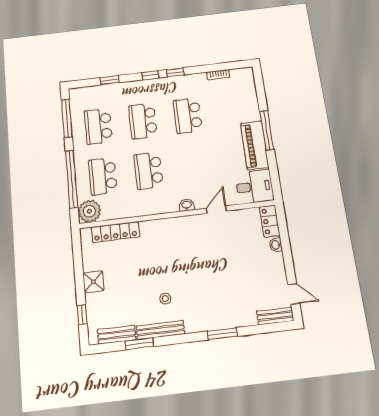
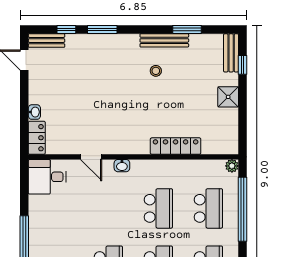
piano: (255, 145) -> (40, 223), removed
door: (216, 210) -> (91, 157), hinge flipped
plant: (89, 211) -> (232, 166), width x0.53, depth x0.53
locker: (115, 232) -> (176, 146), moved
window: (258, 329) -> (66, 29), added
bench: (117, 335) -> (231, 53), moved, turned 90

